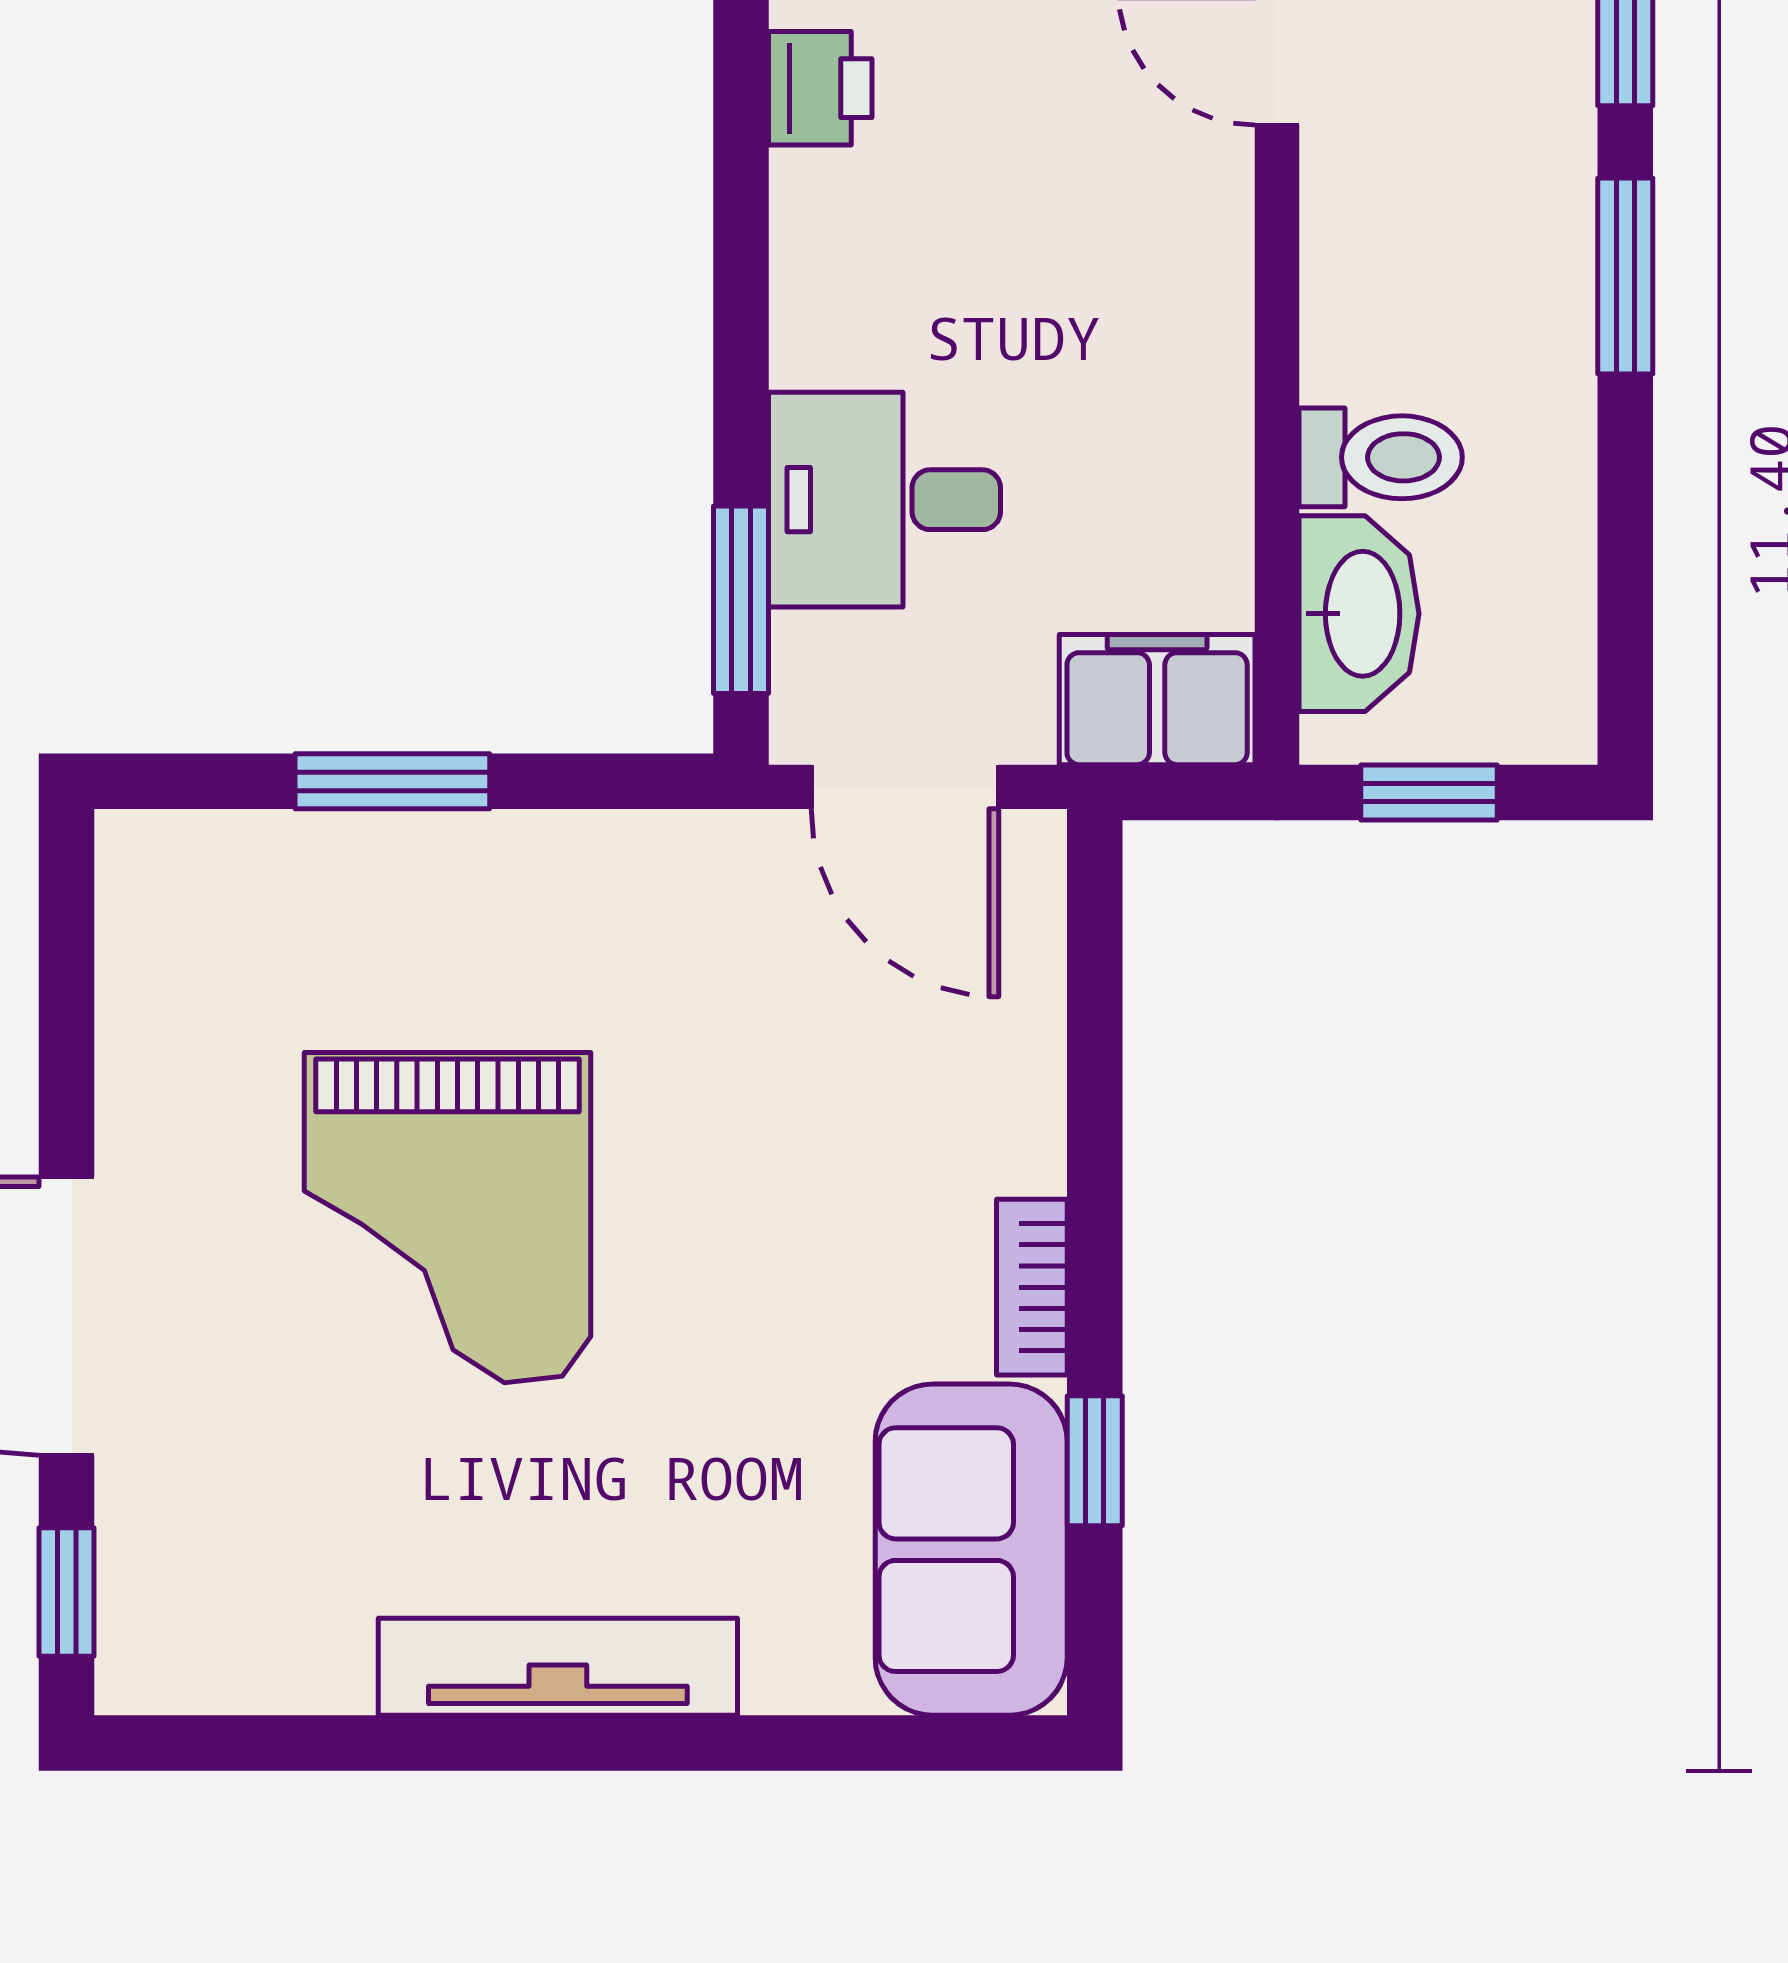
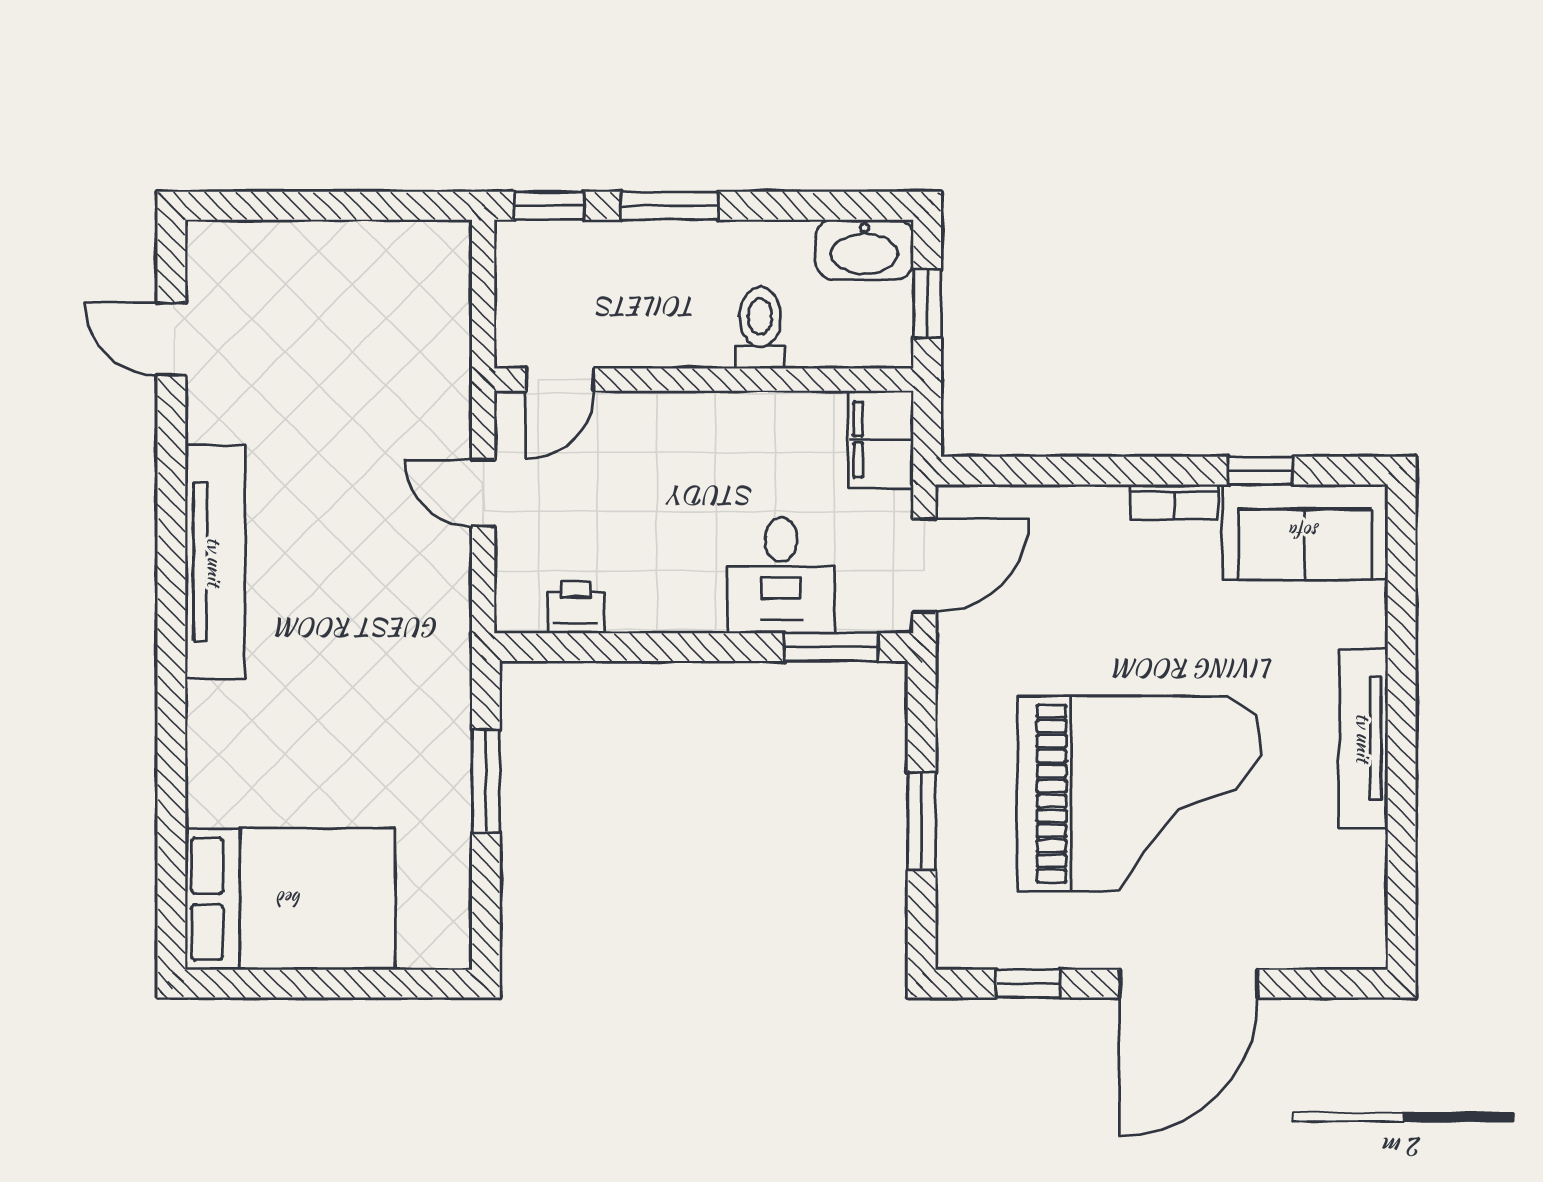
washbasin: (1359, 614) -> (865, 249), moved, turned 180
grand piano: (447, 1218) -> (1139, 794), width x1.37, depth x1.48
window: (67, 1592) -> (1028, 984), moved

